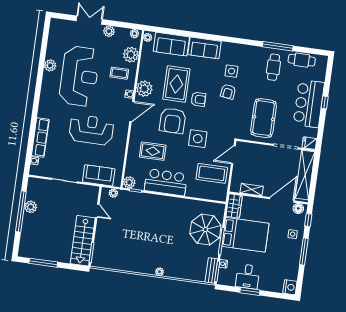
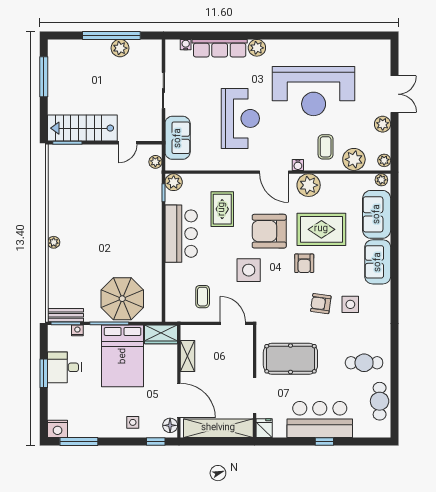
window: (278, 46) -> (394, 365), removed
plant: (50, 65) -> (257, 48), moved
coffee table: (212, 173) -> (203, 297), width x0.54, depth x0.58
window: (304, 251) -> (79, 442), moved

